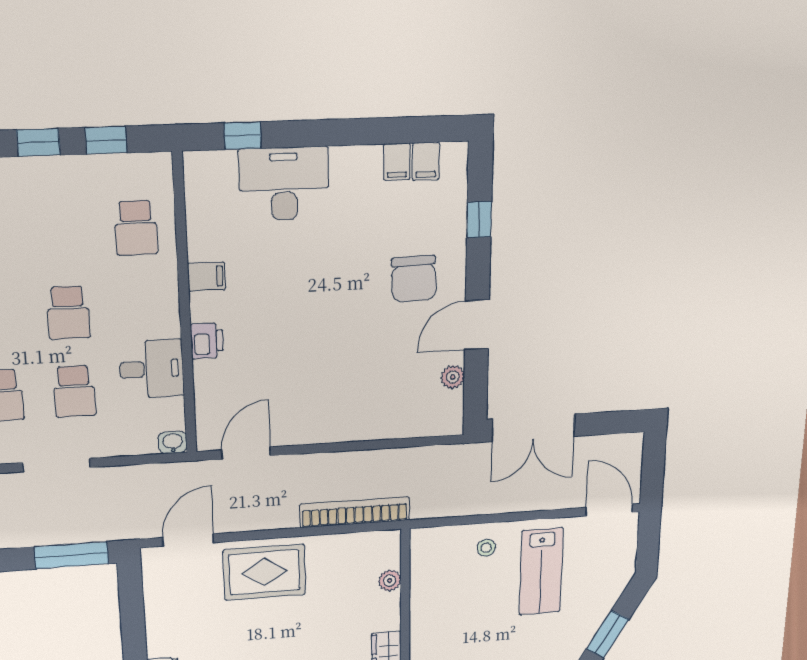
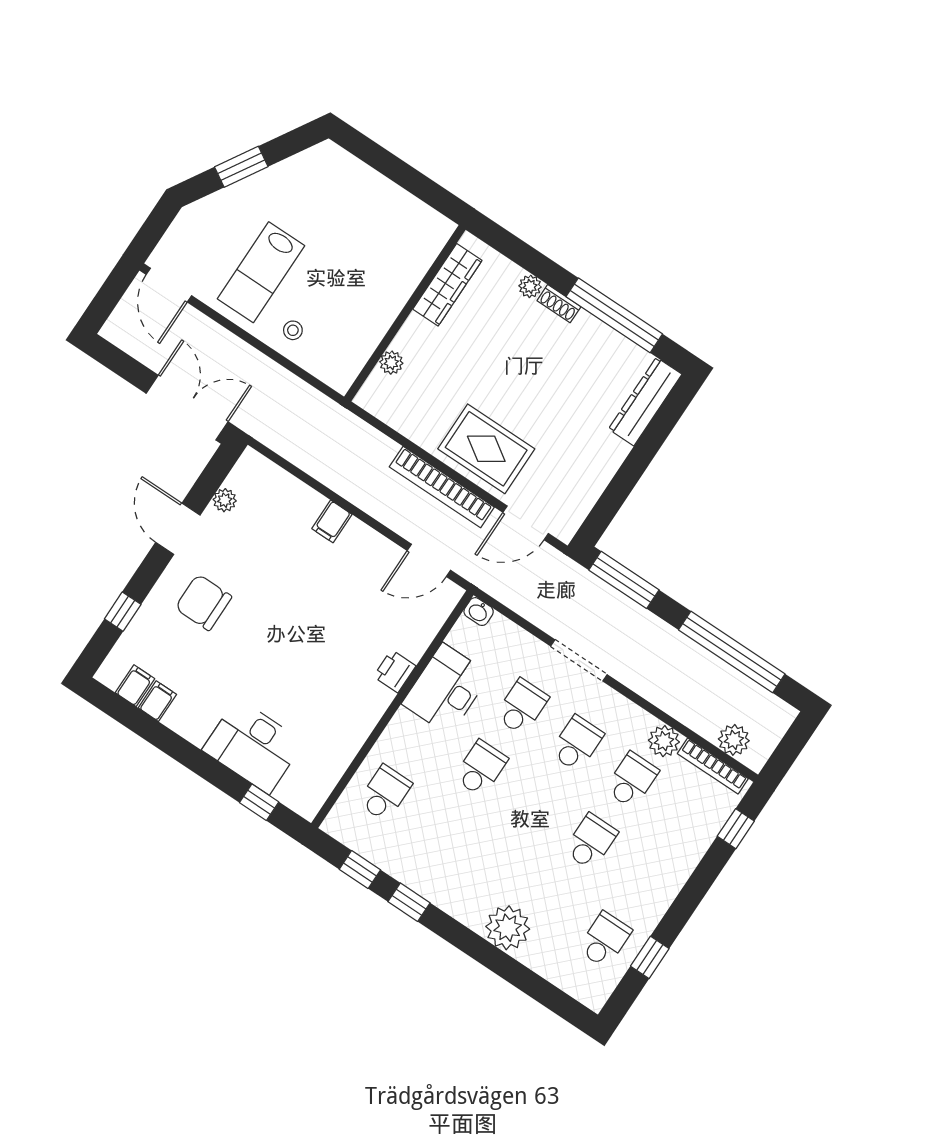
filing cabinet: (207, 277) -> (332, 521), moved, turned -90
chair: (414, 279) -> (203, 602), turned -88
door: (477, 325) -> (178, 529), swing flipped
desk: (152, 369) -> (446, 689), width x1.37
bookcase: (355, 512) -> (442, 487), moved
lab bench: (541, 571) -> (261, 272), turned 180

